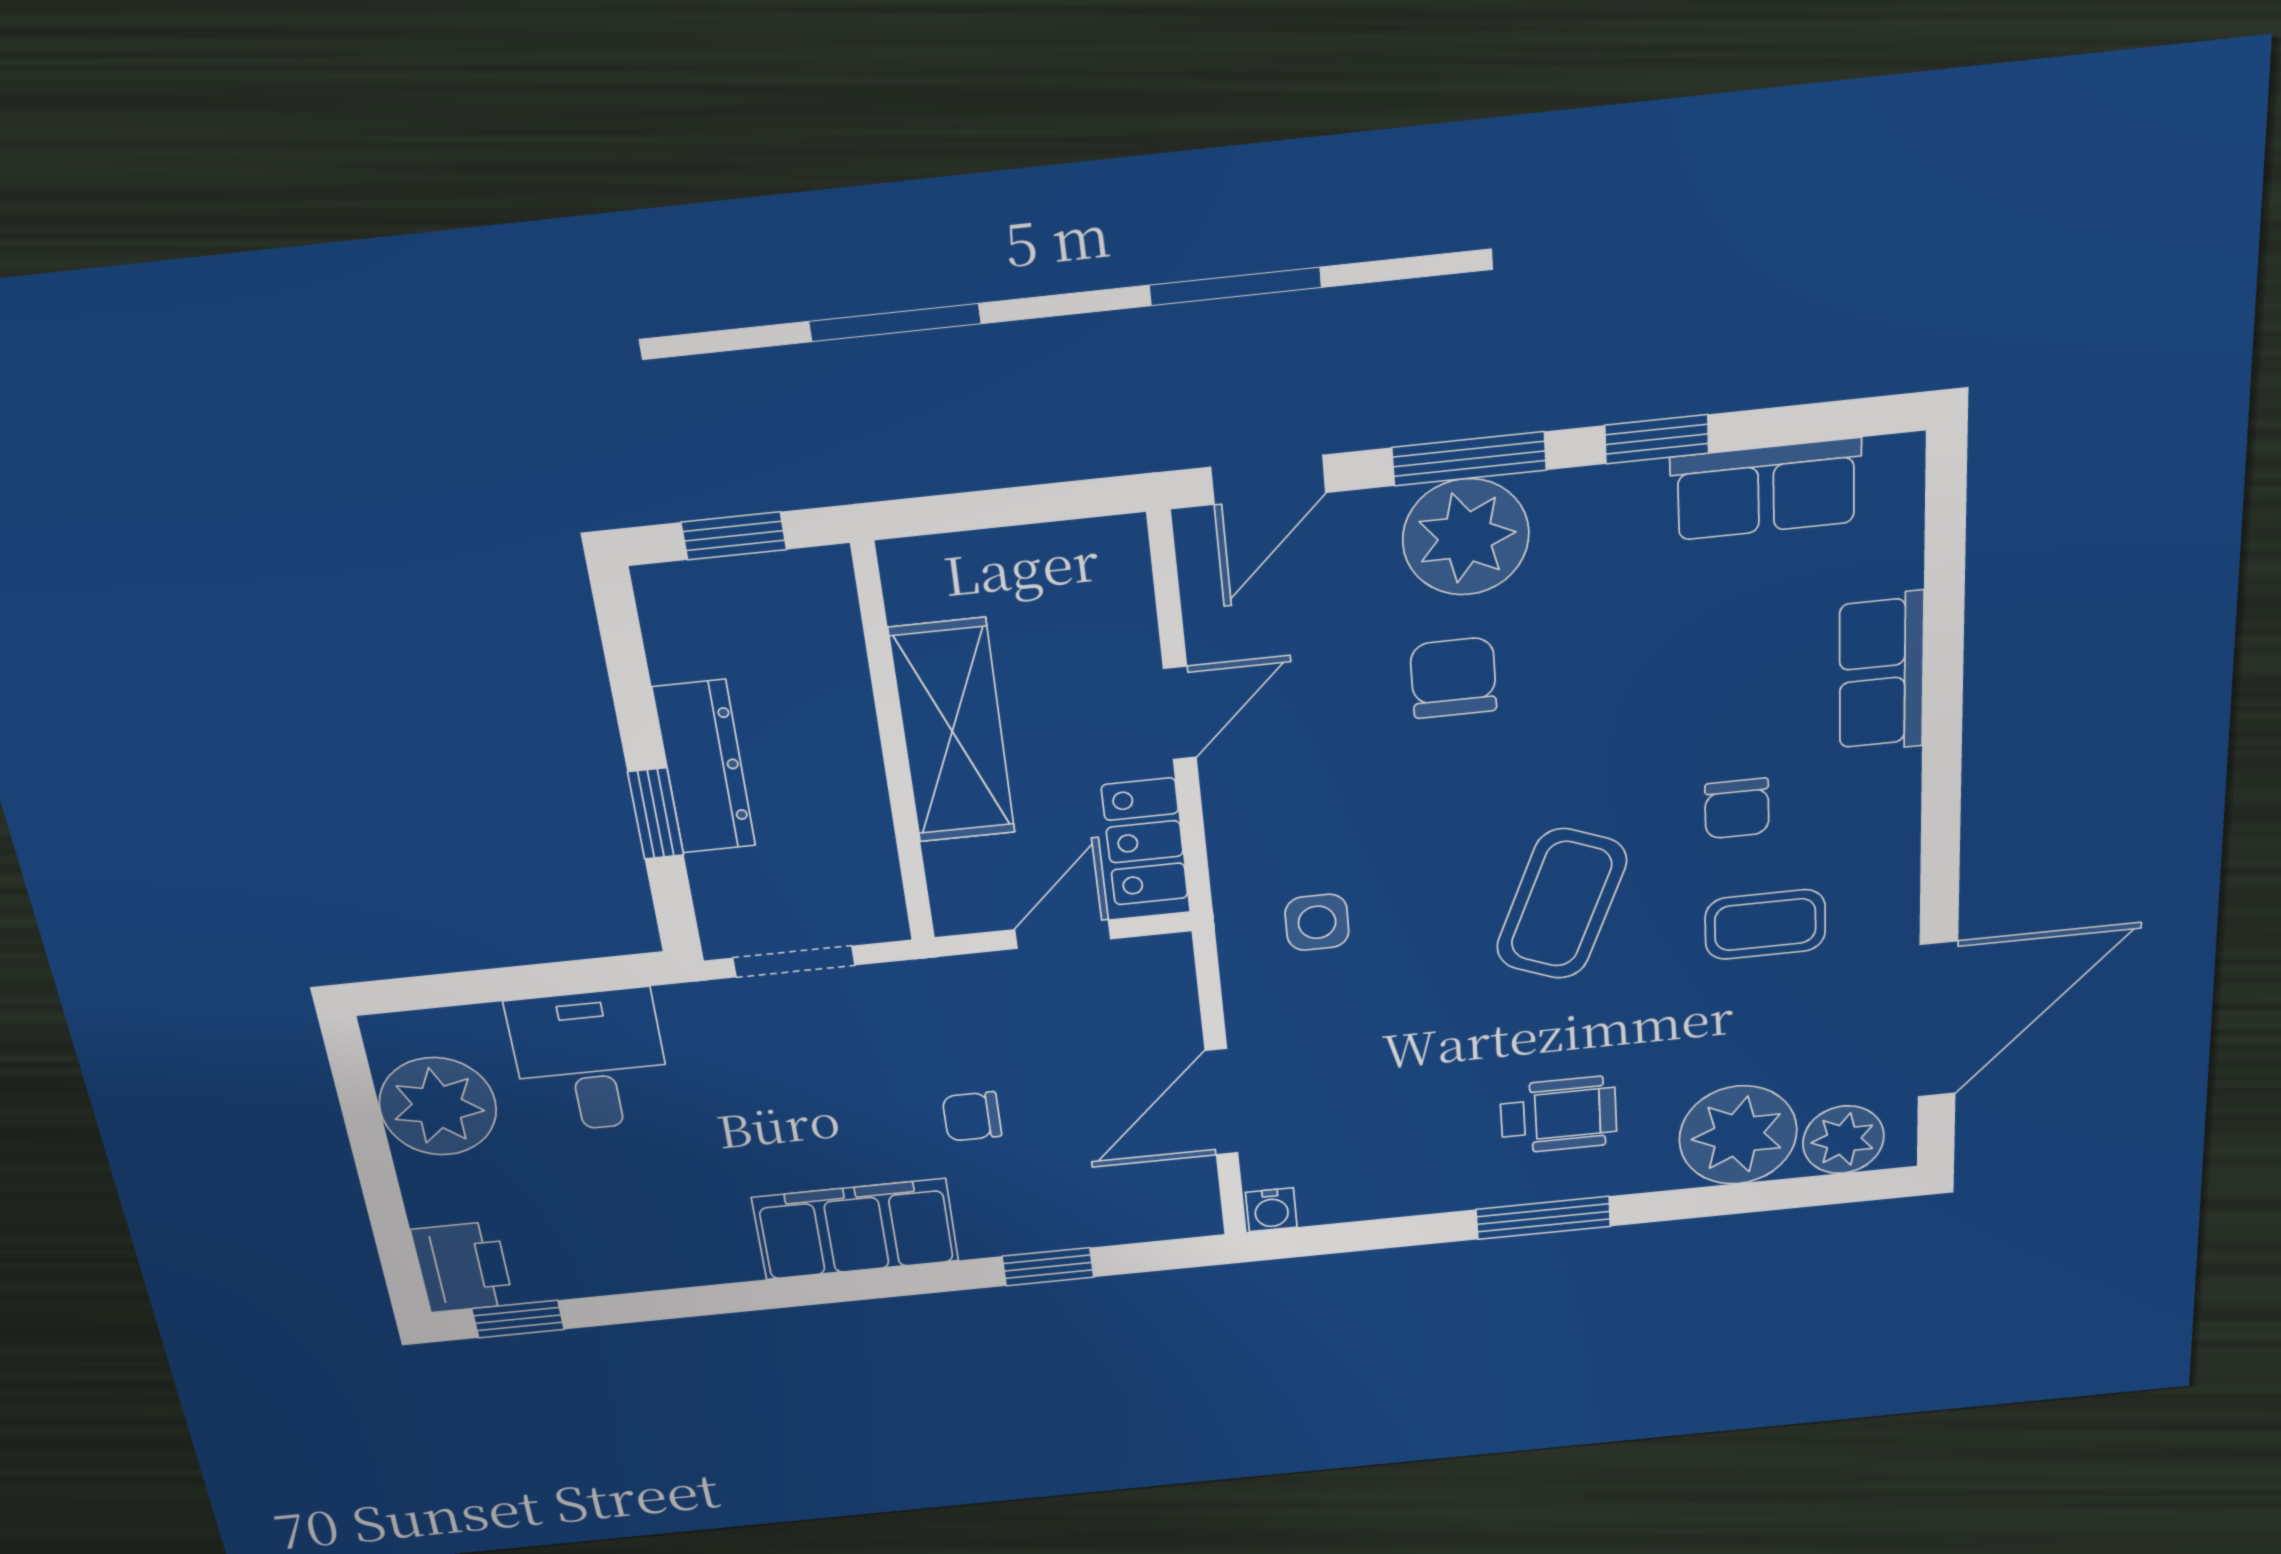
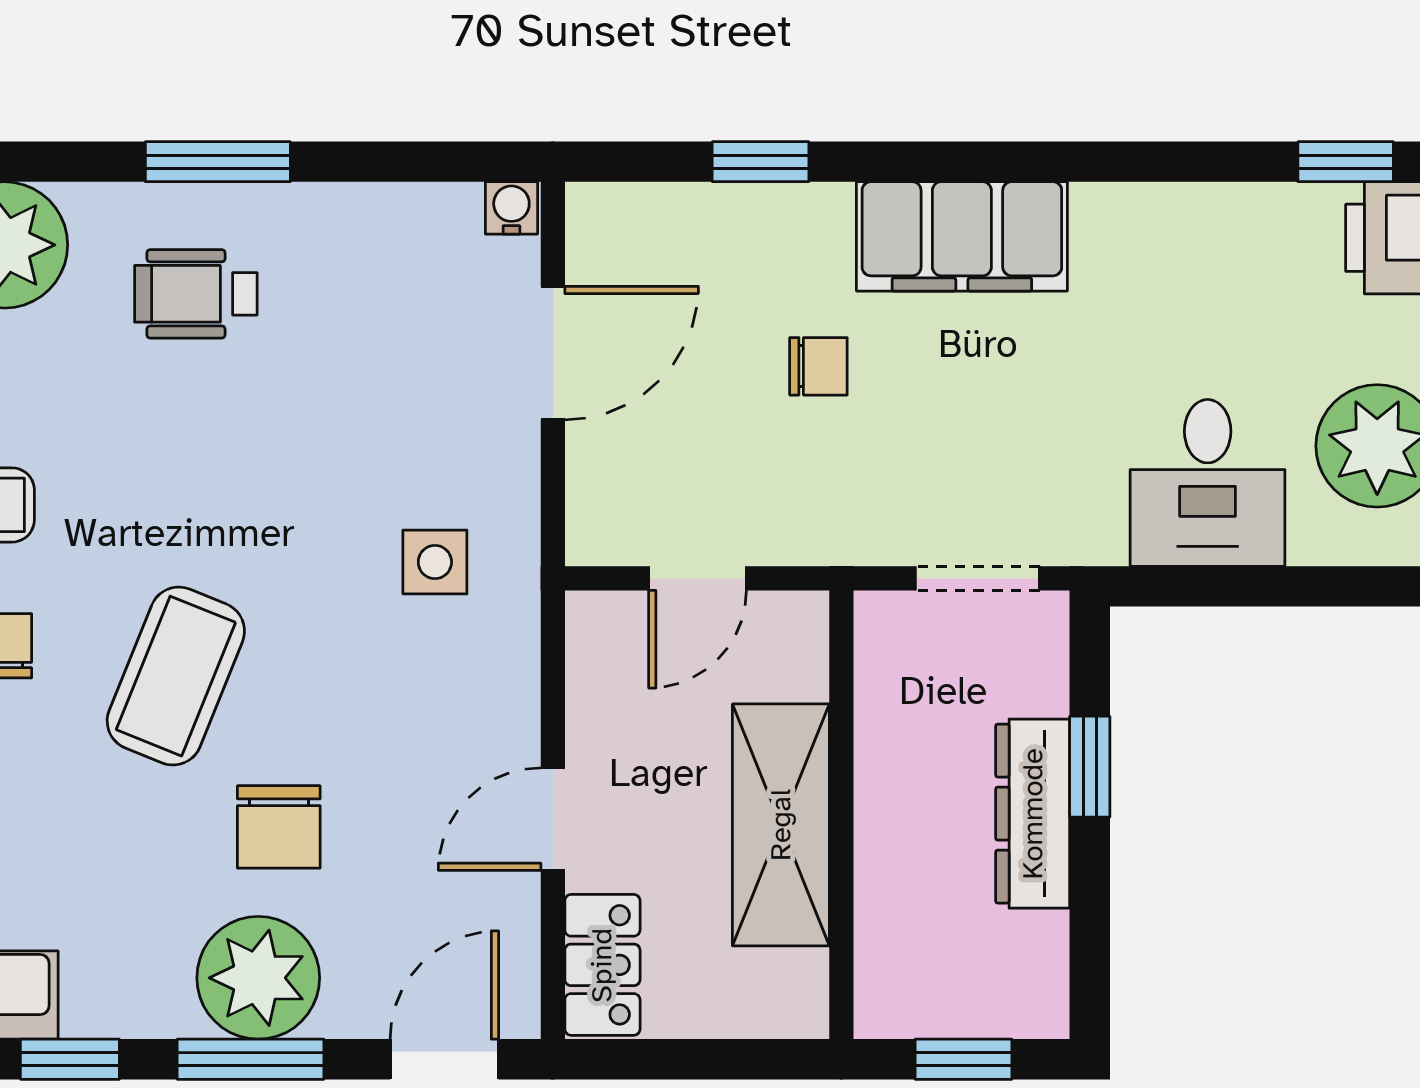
locker: (1145, 842) -> (602, 965), moved
coffee table: (1561, 904) -> (176, 676), moved

